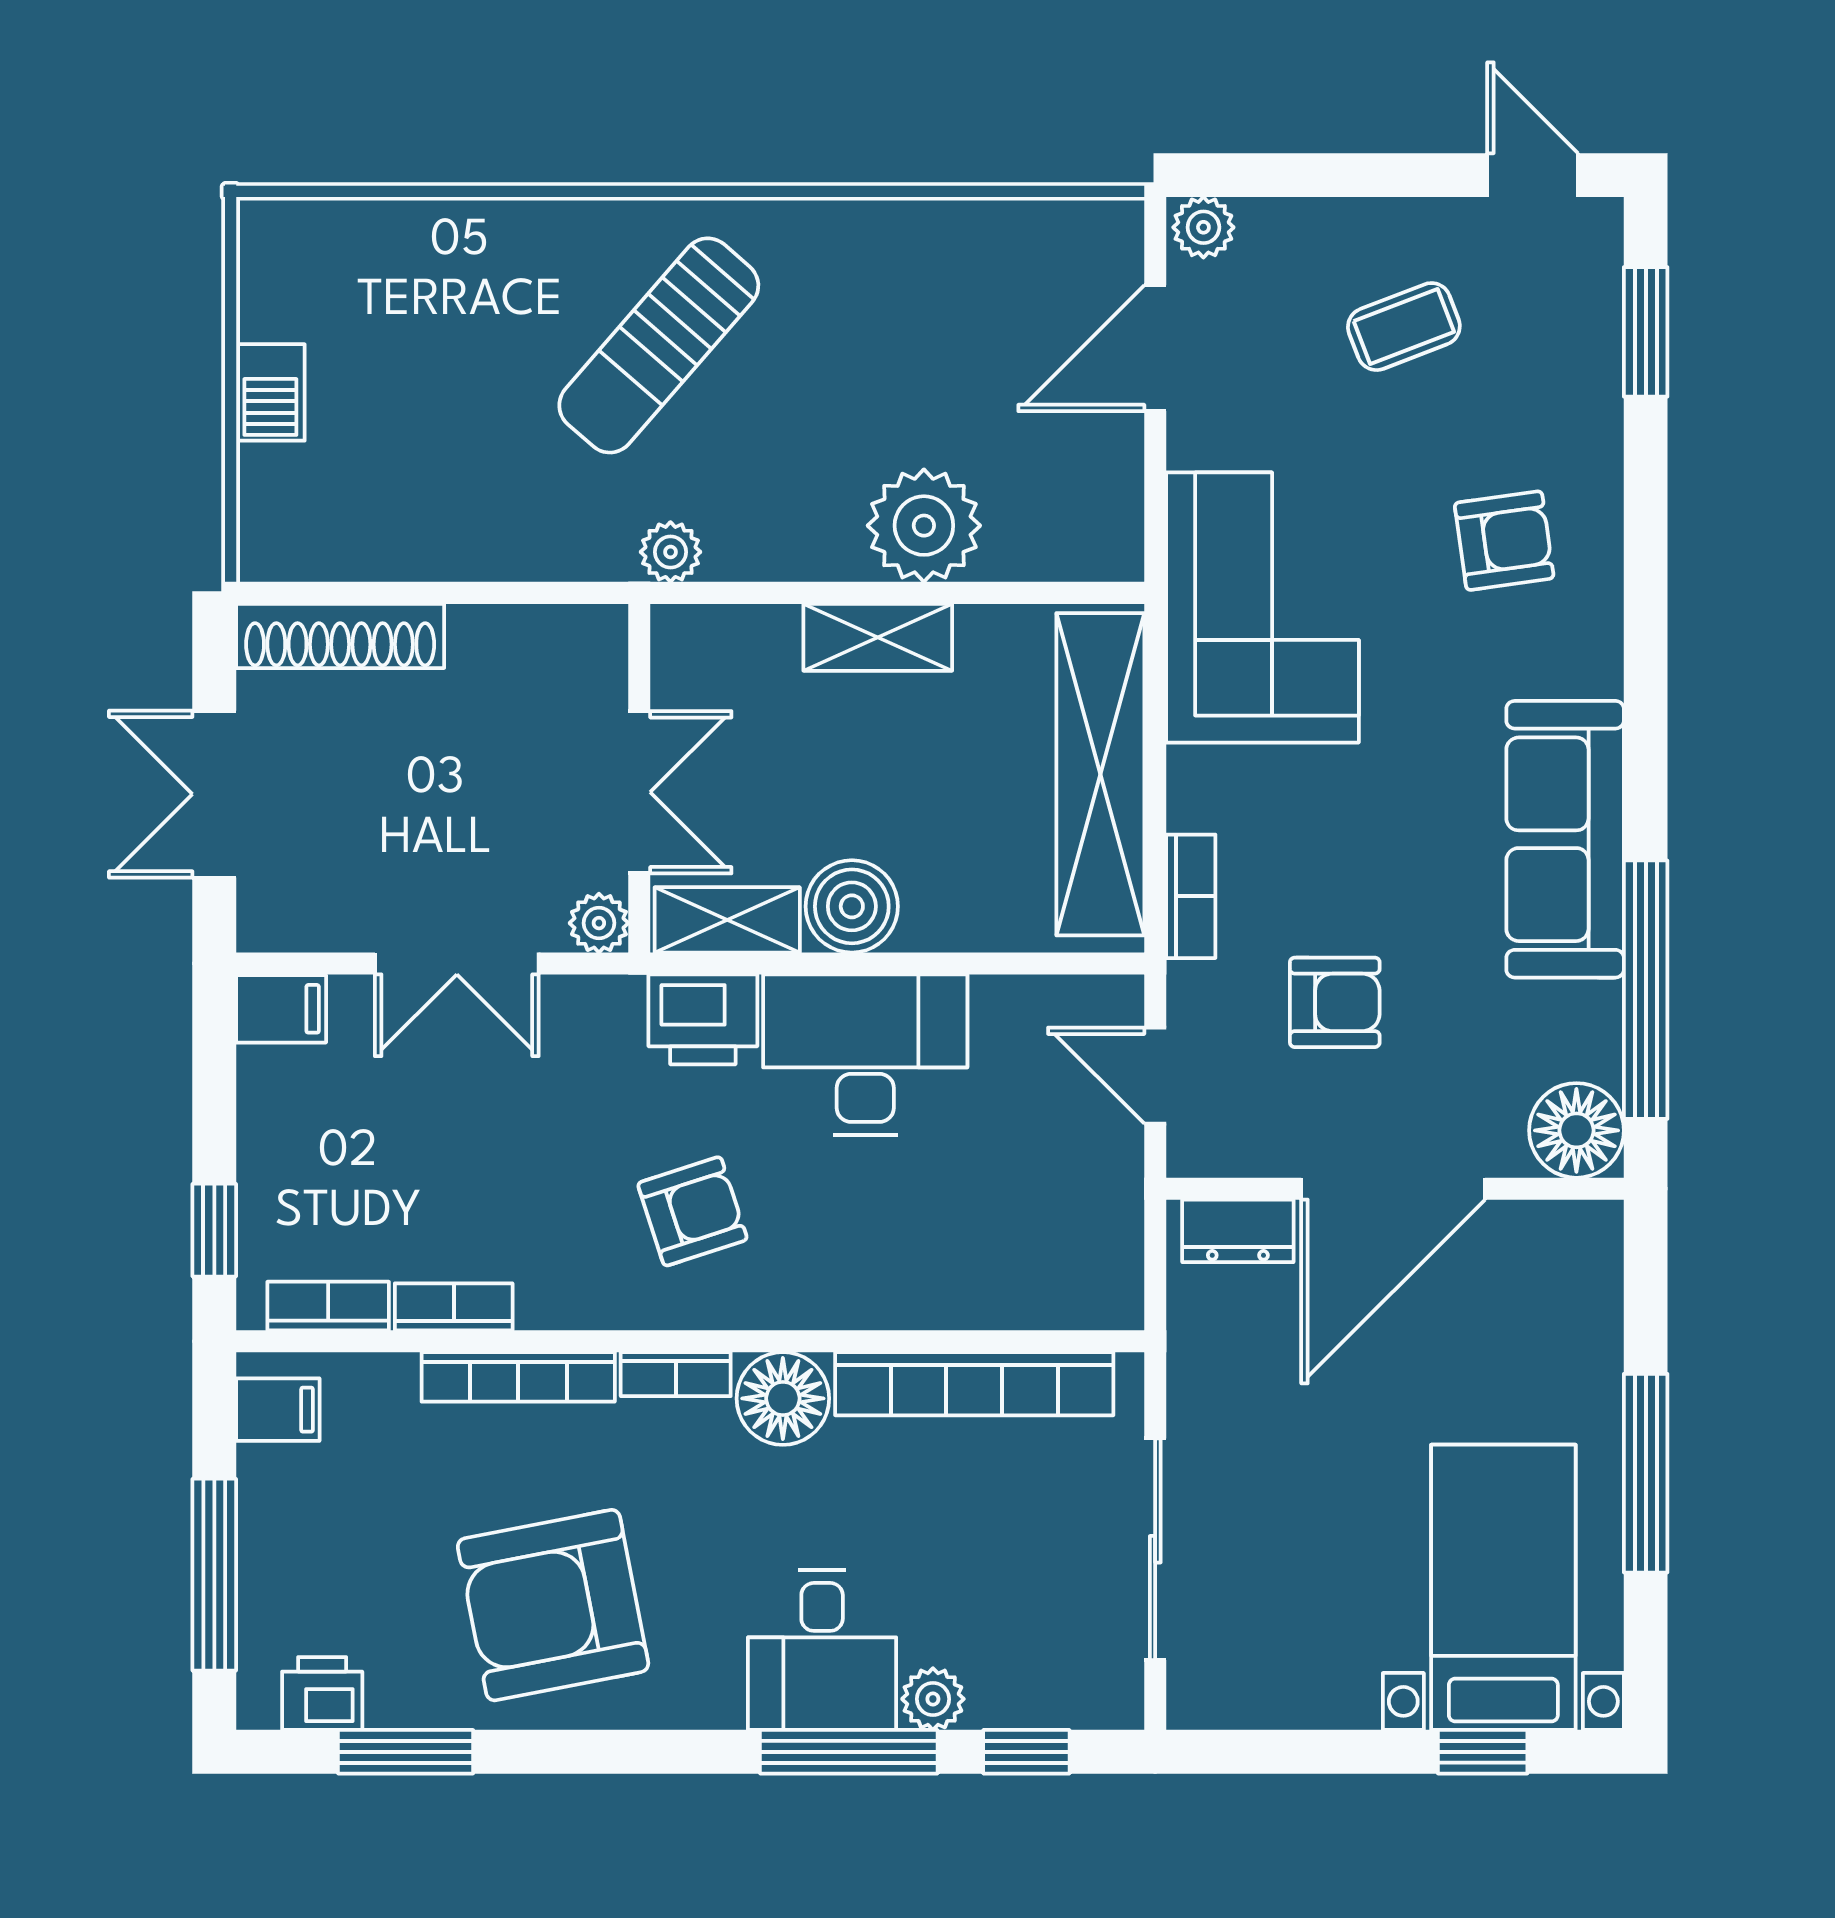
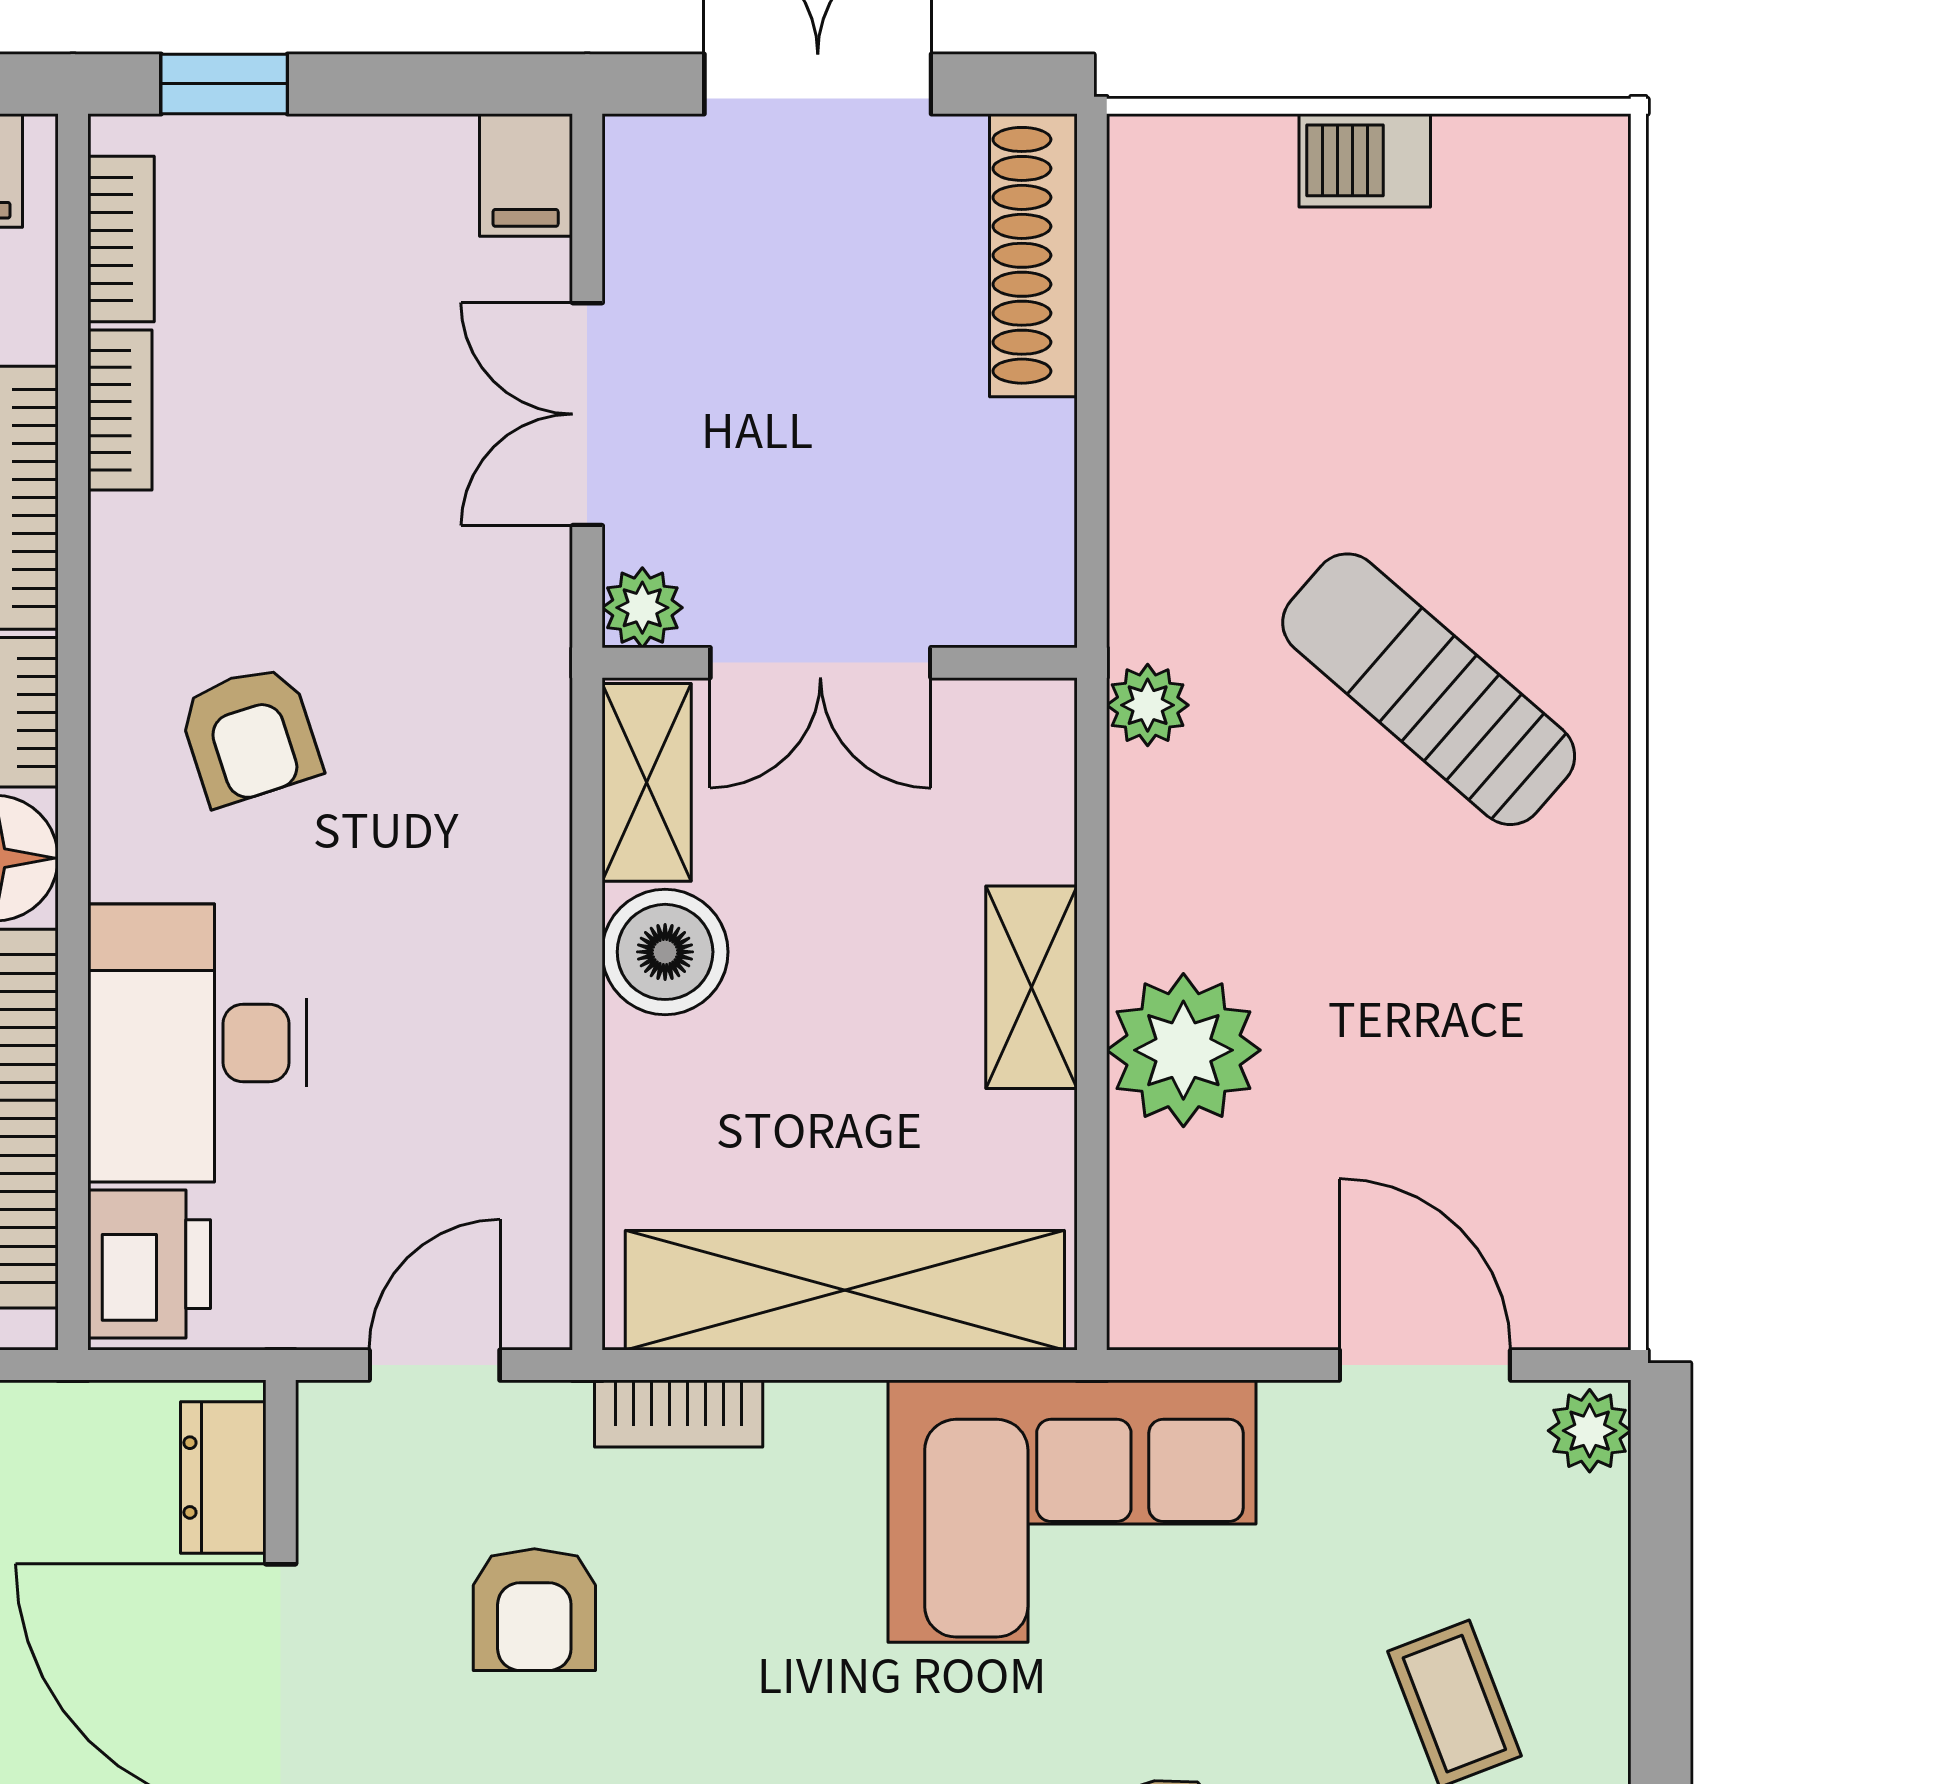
printer: (703, 1019) -> (149, 1264), moved, turned 180
desk: (865, 1055) -> (197, 1043), moved, turned 180

